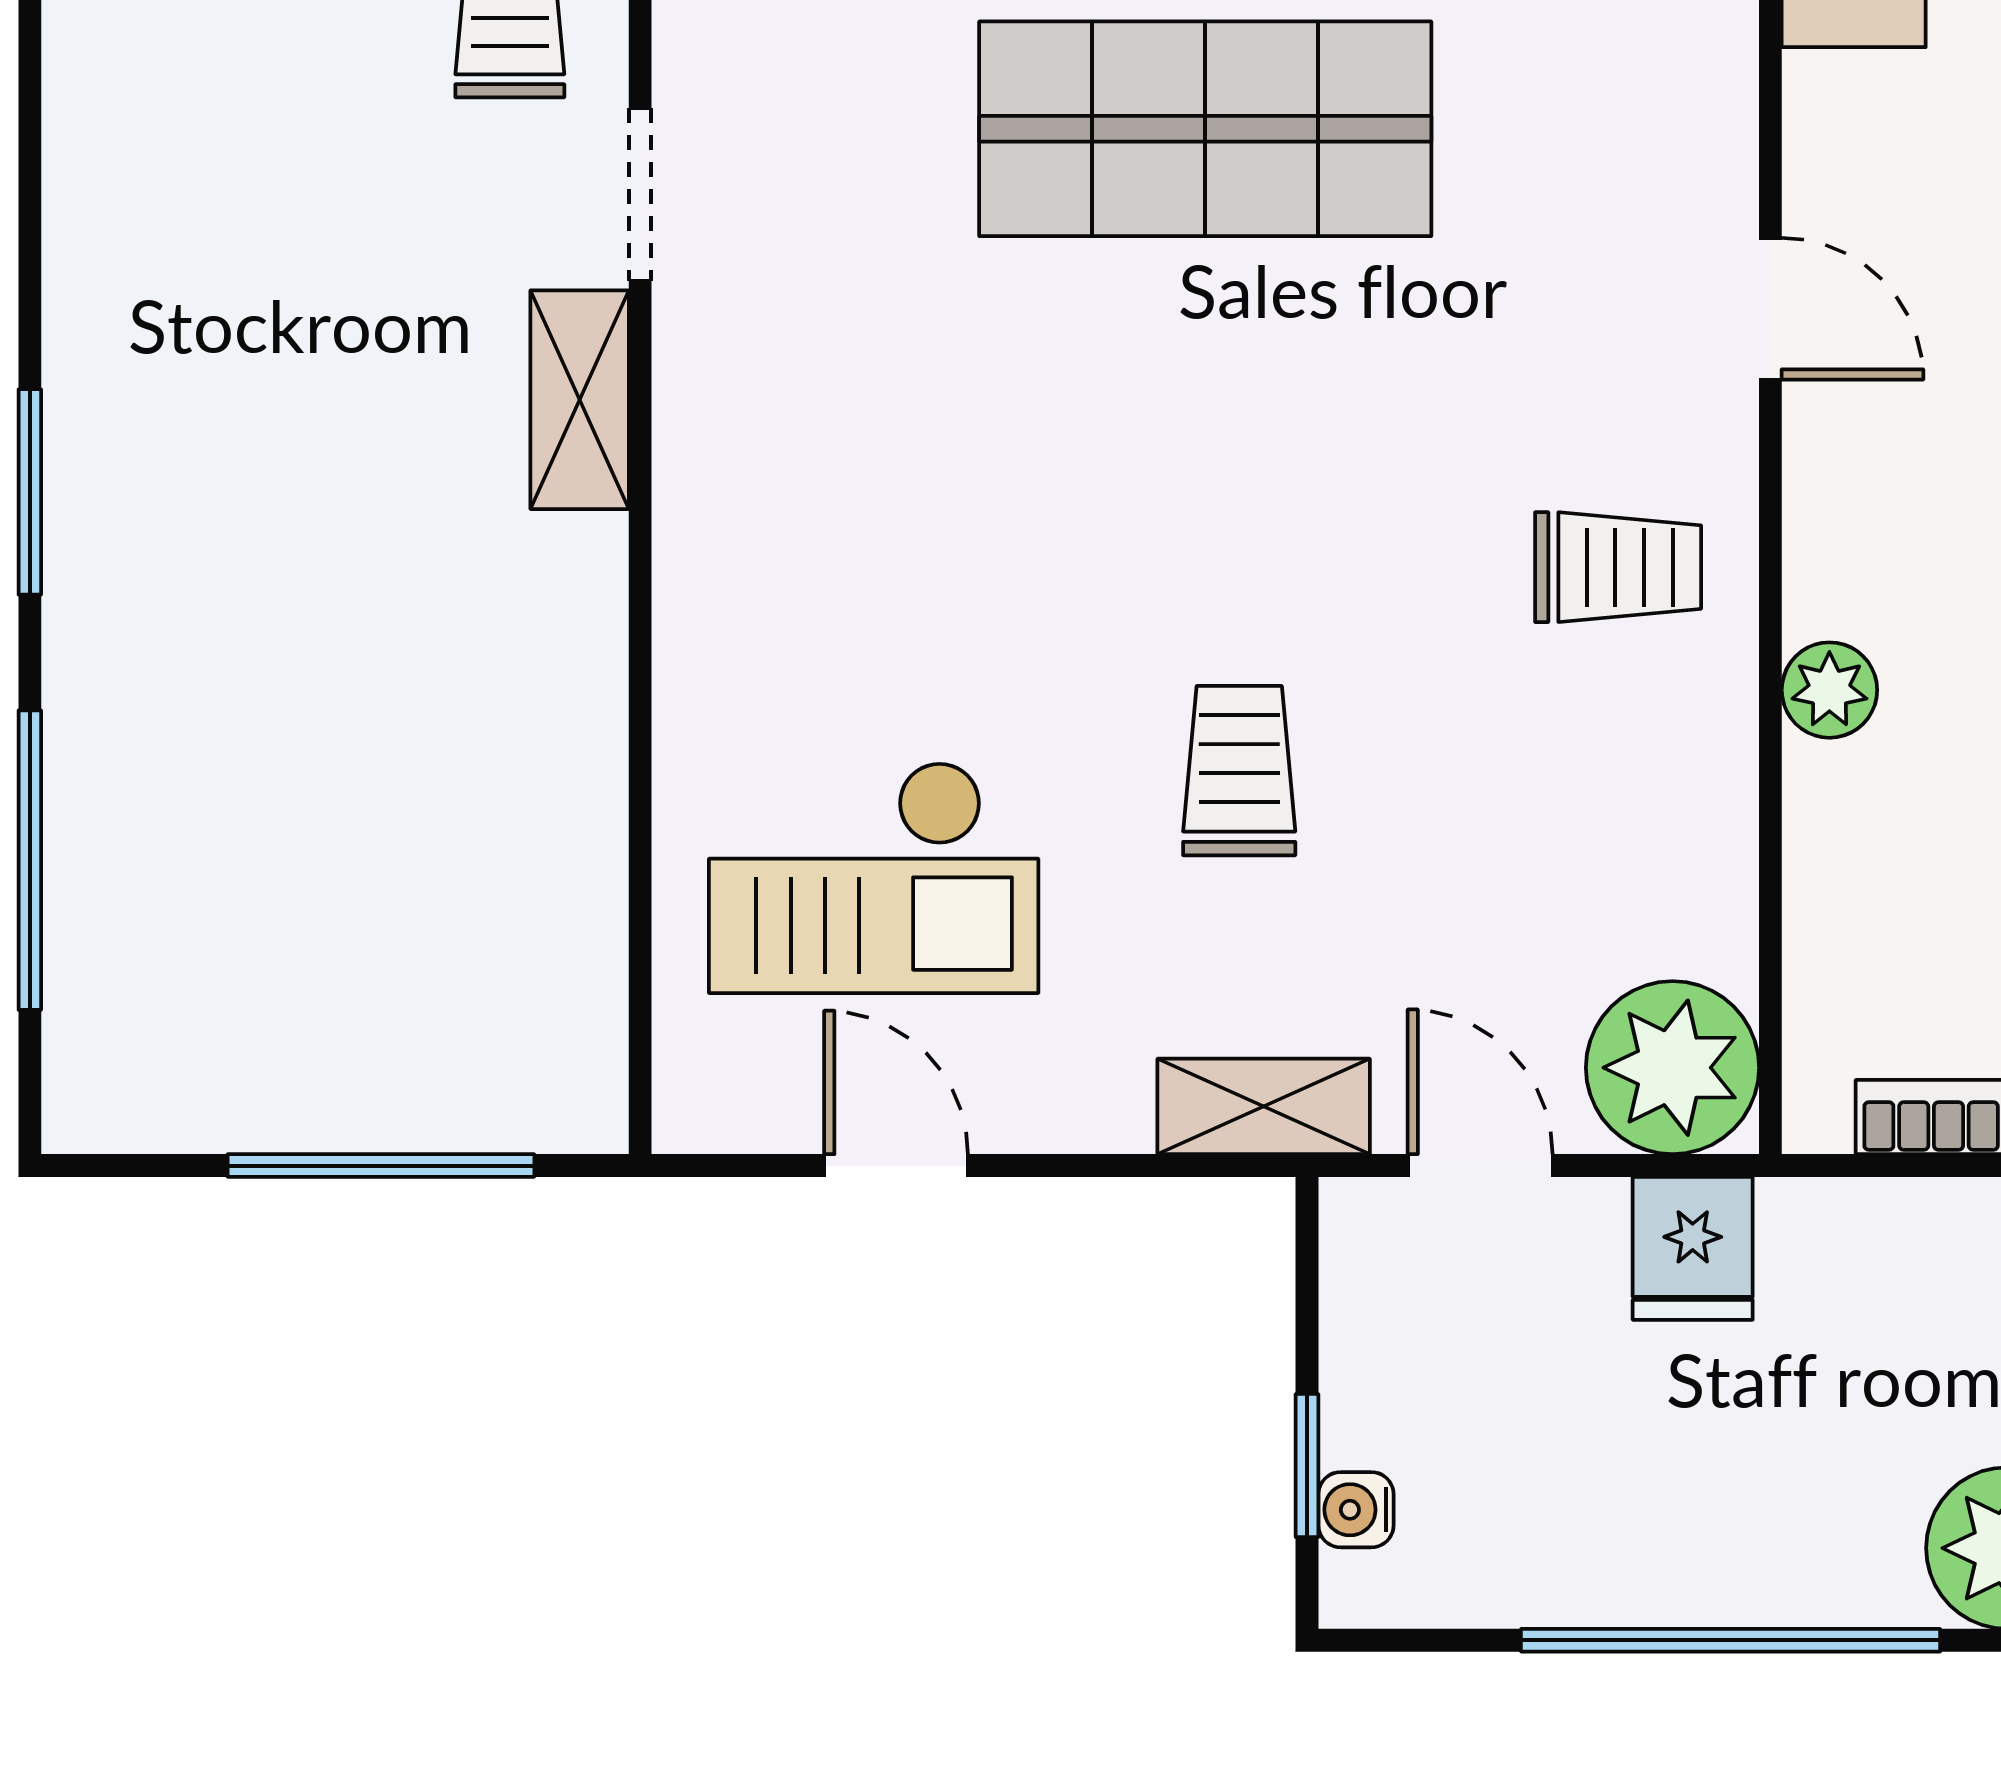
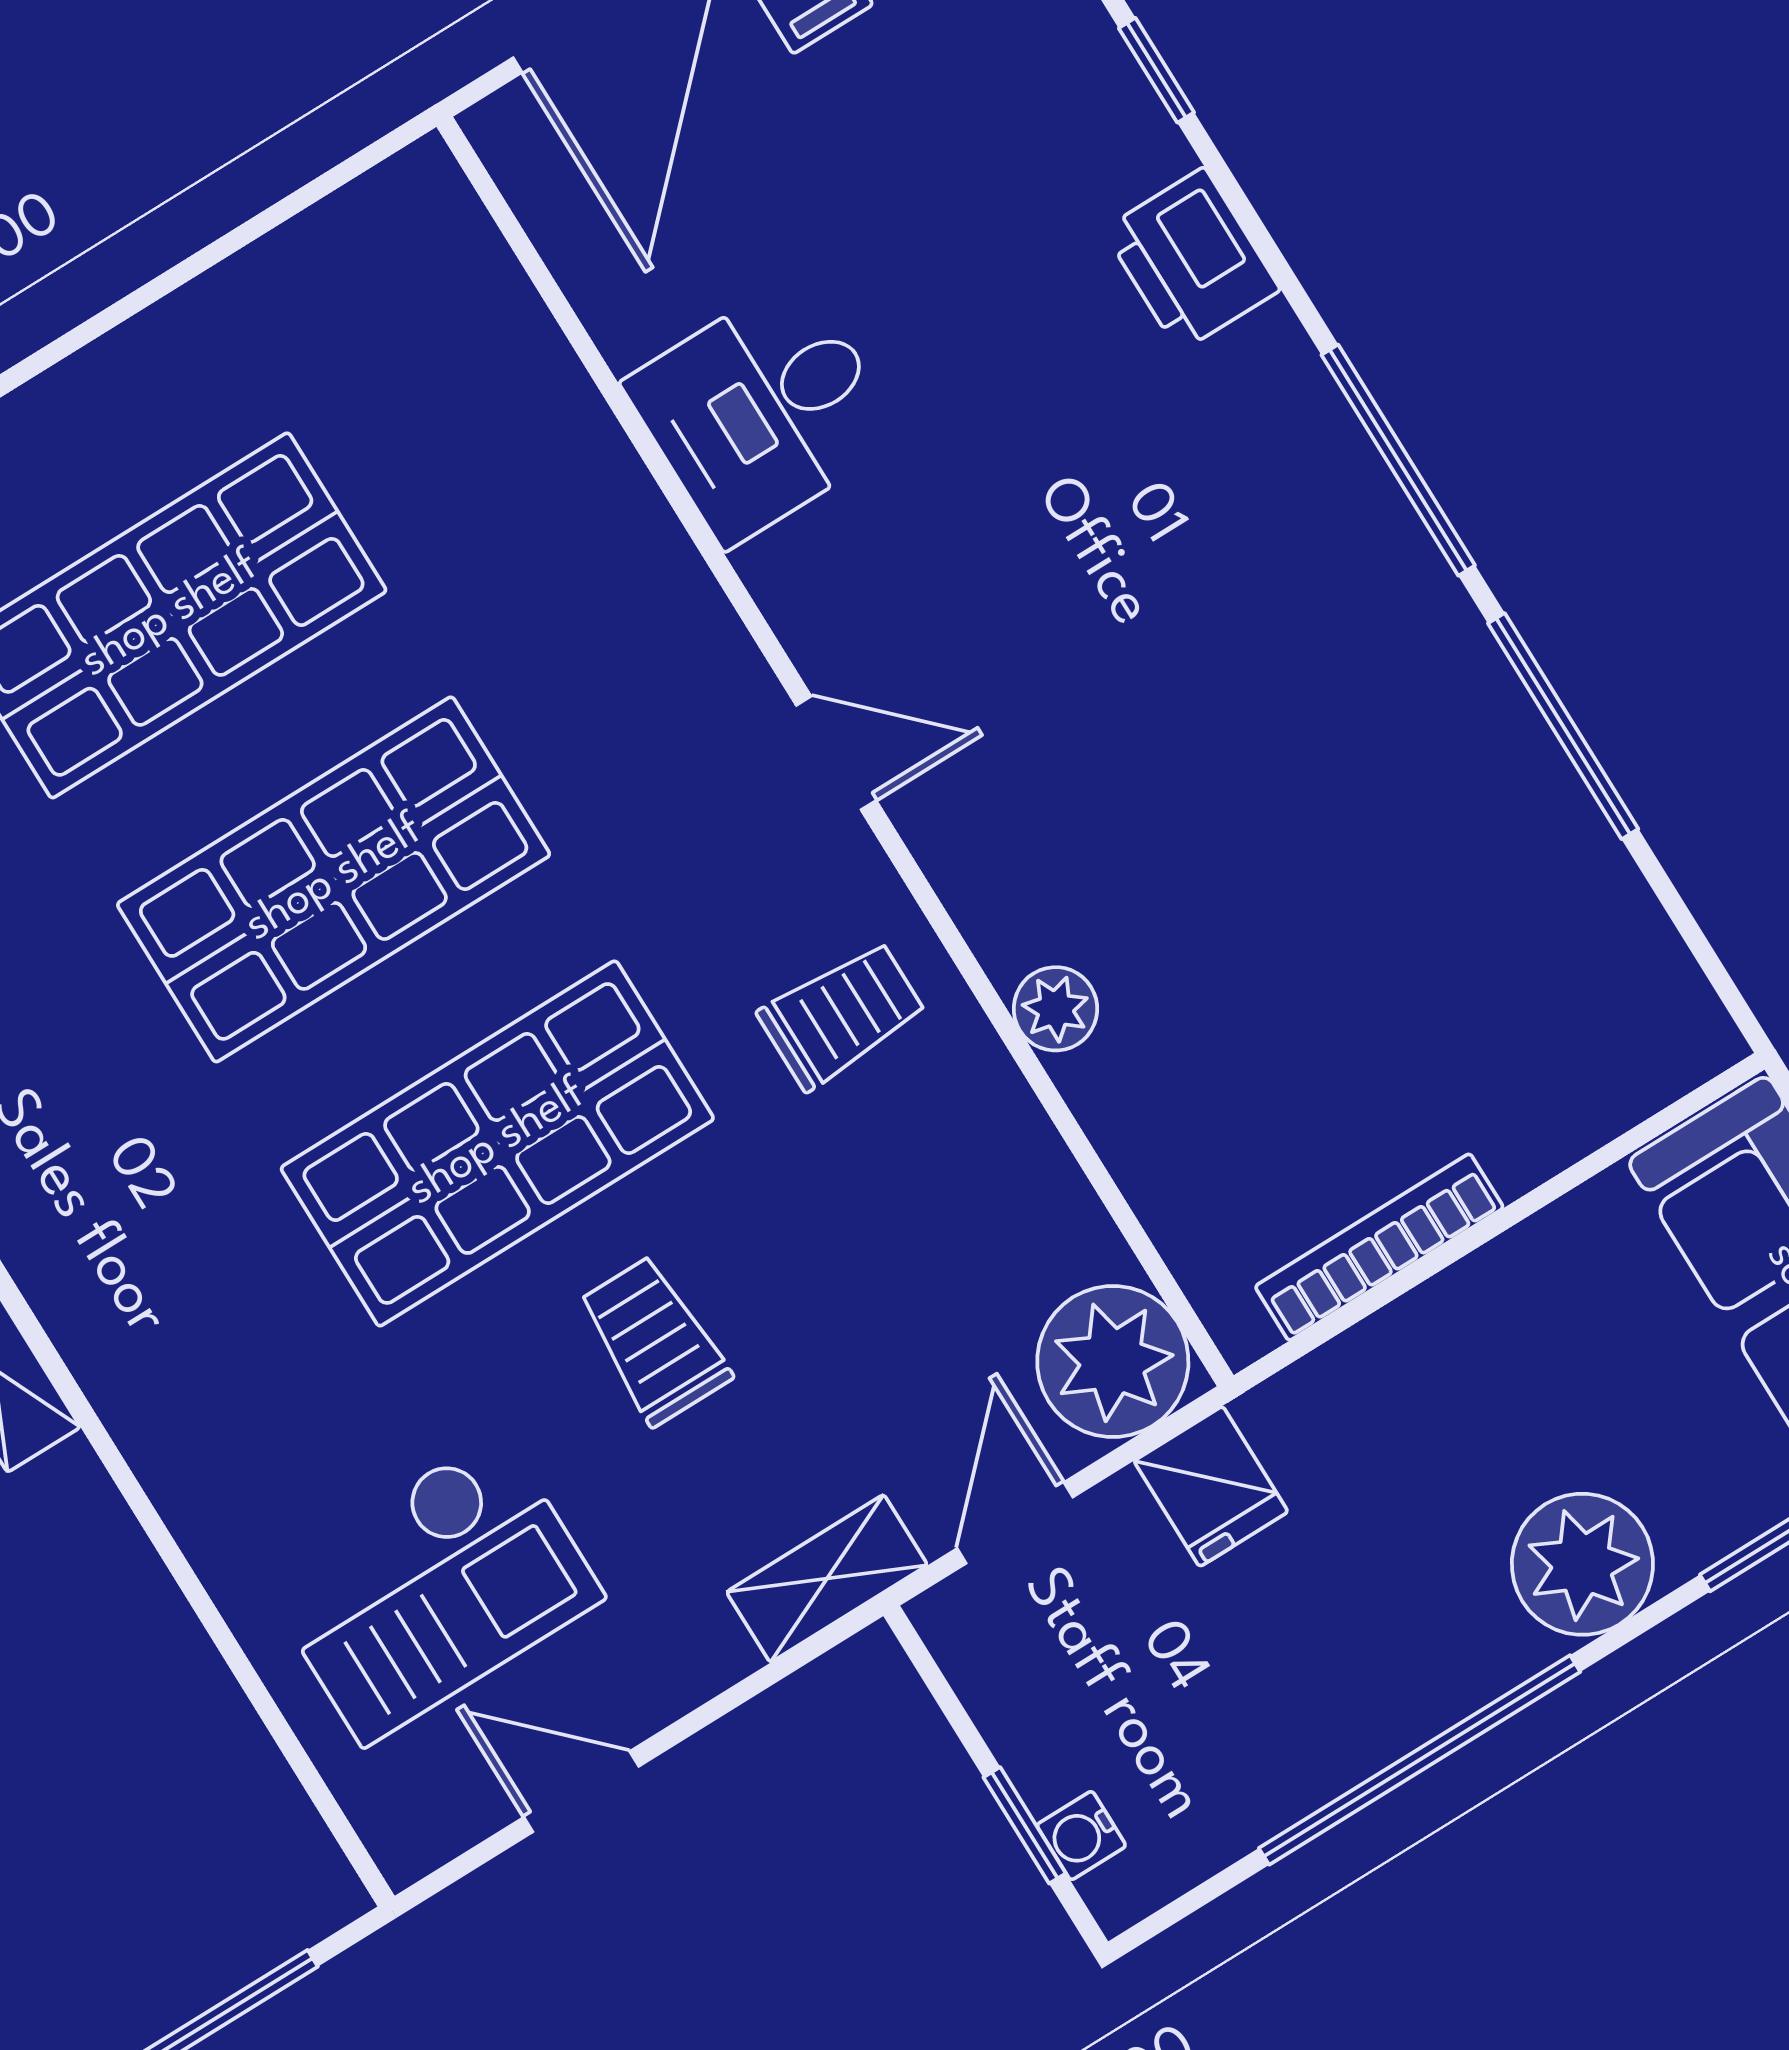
shop shelf: (1205, 484) -> (497, 1143), added
door: (1480, 1166) -> (1015, 1523), hinge flipped

